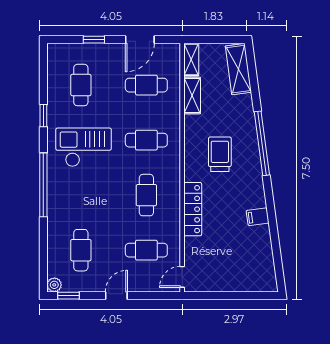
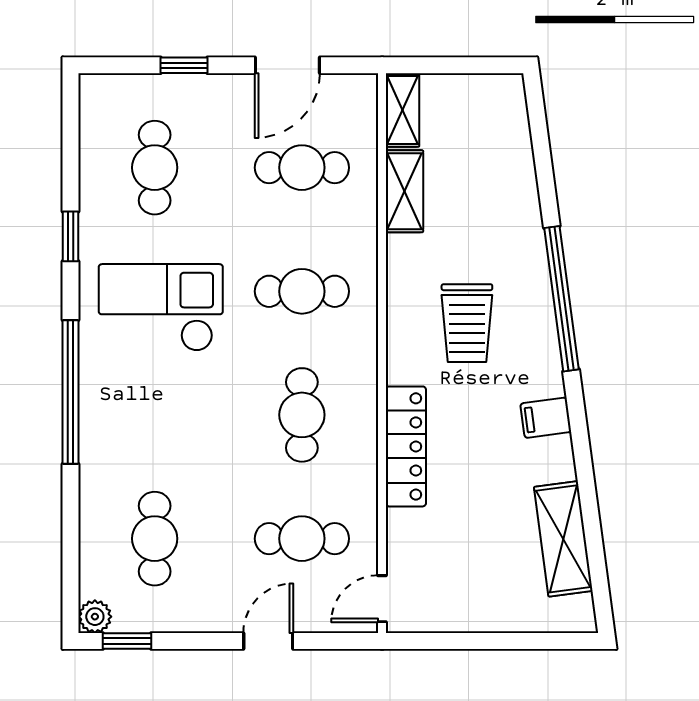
shelving: (238, 69) -> (563, 539), moved
trolley: (220, 154) -> (467, 323), turned 180
filing cabinet: (258, 217) -> (546, 418), moved
door: (116, 296) -> (268, 641), moved

